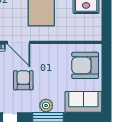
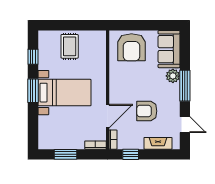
plant: (46, 106) -> (173, 76), moved

